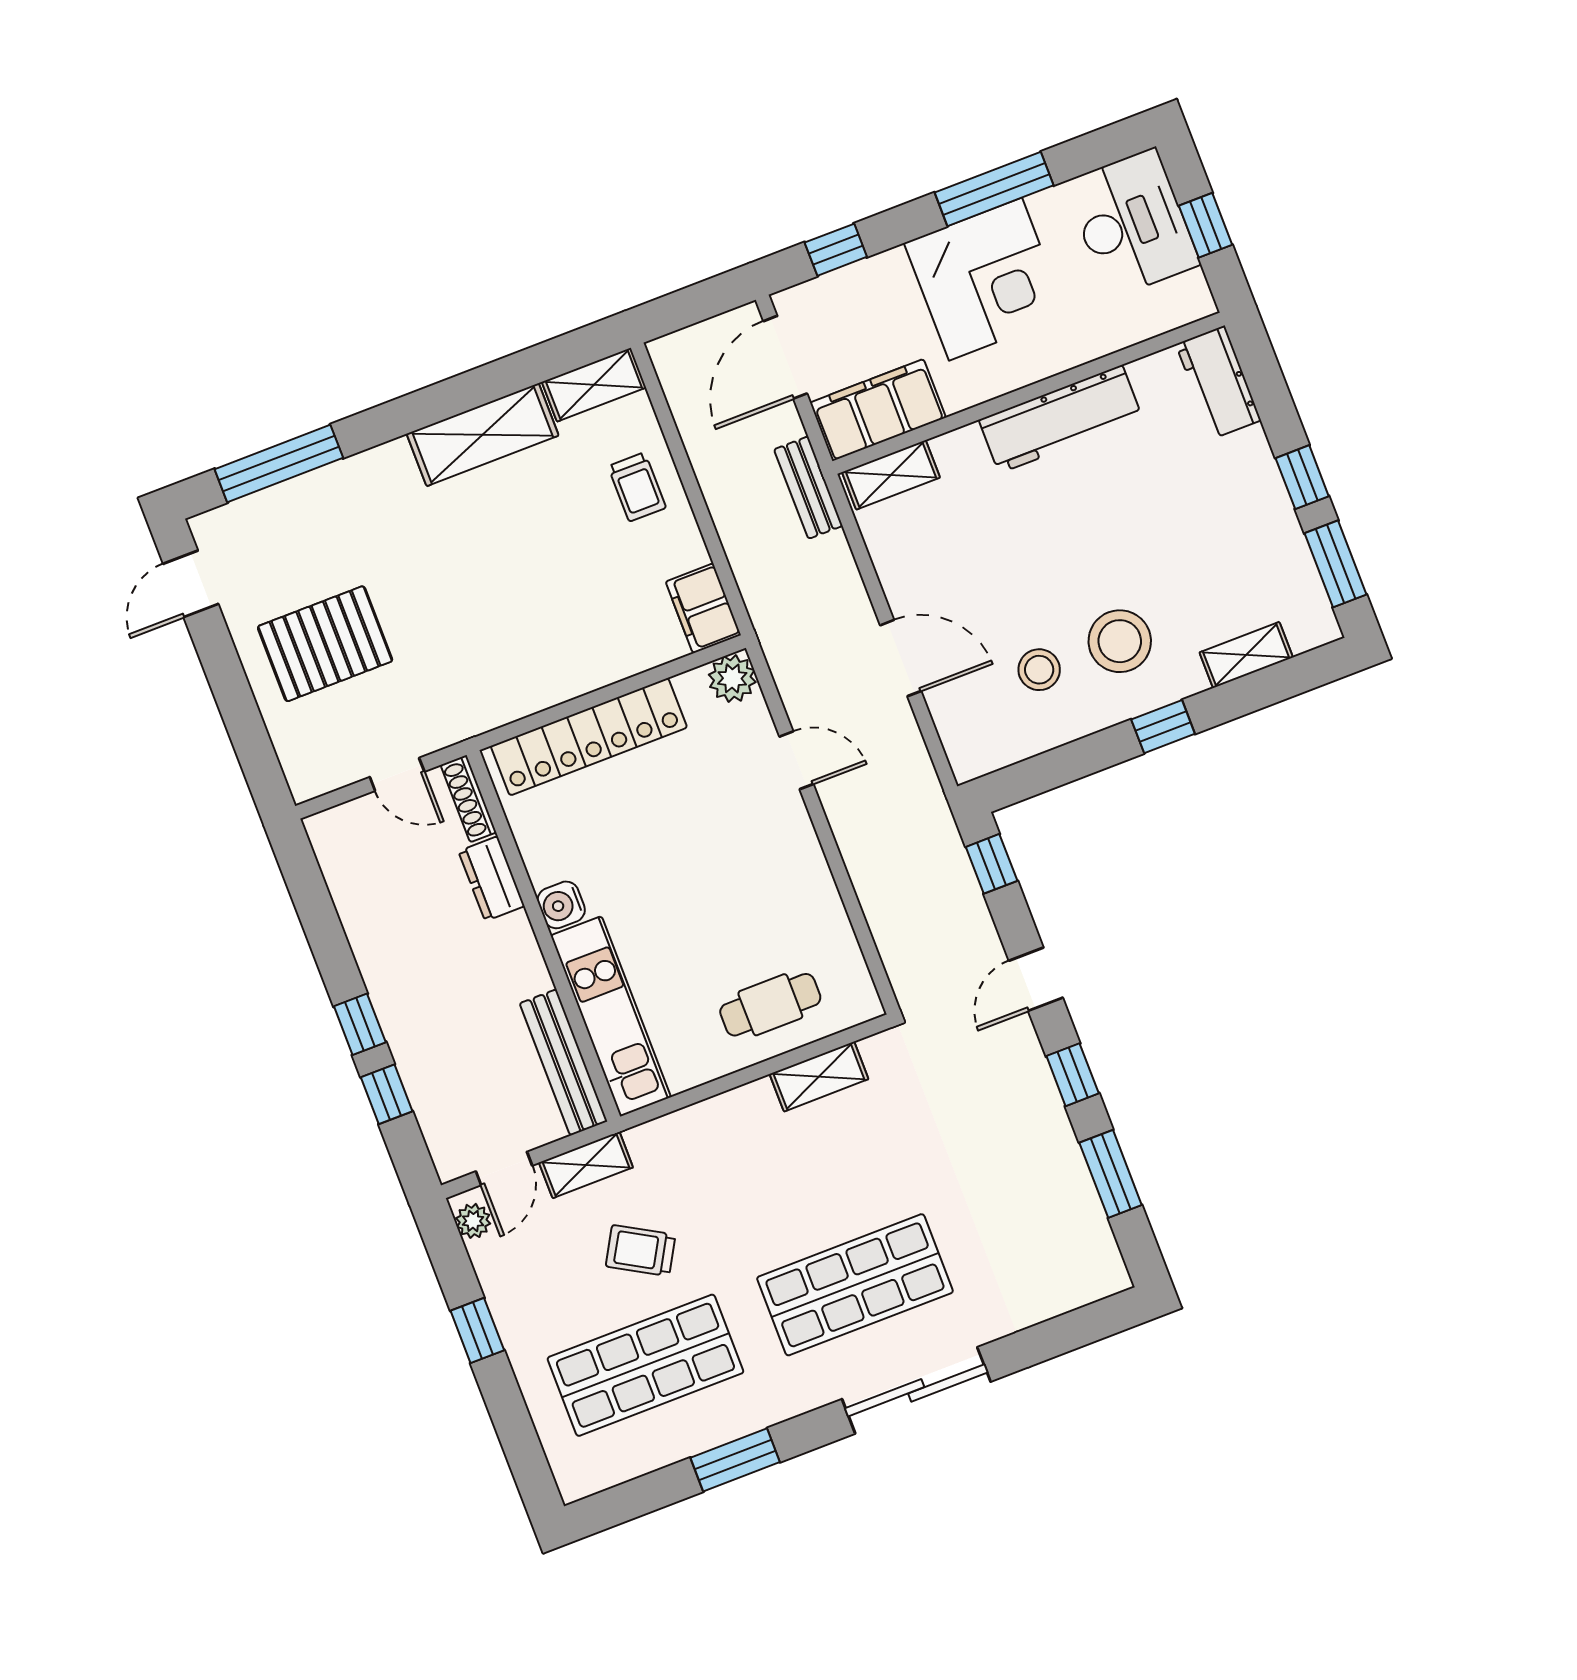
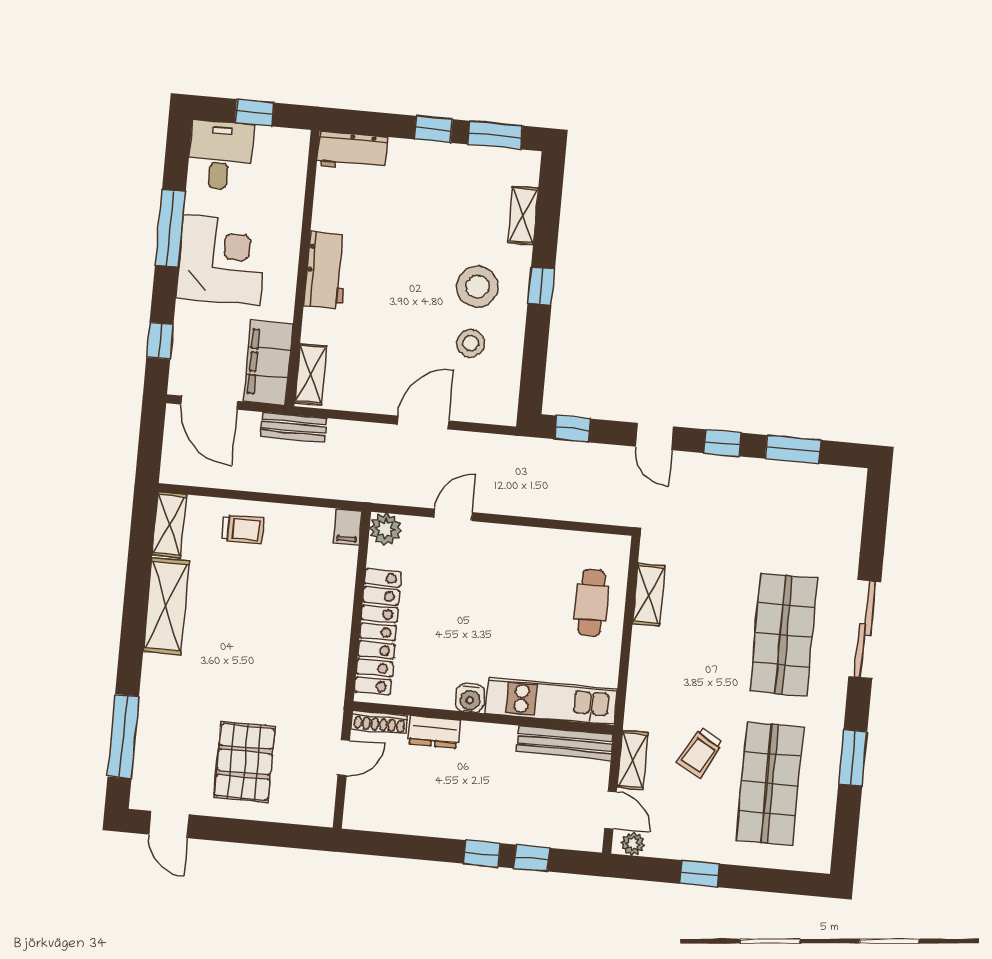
desk: (1132, 223) -> (220, 155), width x0.73
workbench: (1061, 419) -> (326, 270), width x0.73
filing cabinet: (703, 608) -> (348, 527), width x0.50

